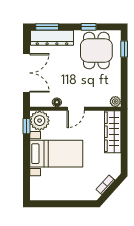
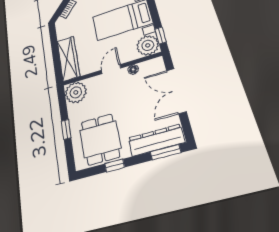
window: (124, 49) -> (66, 129), moved
plant: (115, 102) -> (76, 92), width x1.87, depth x1.87

